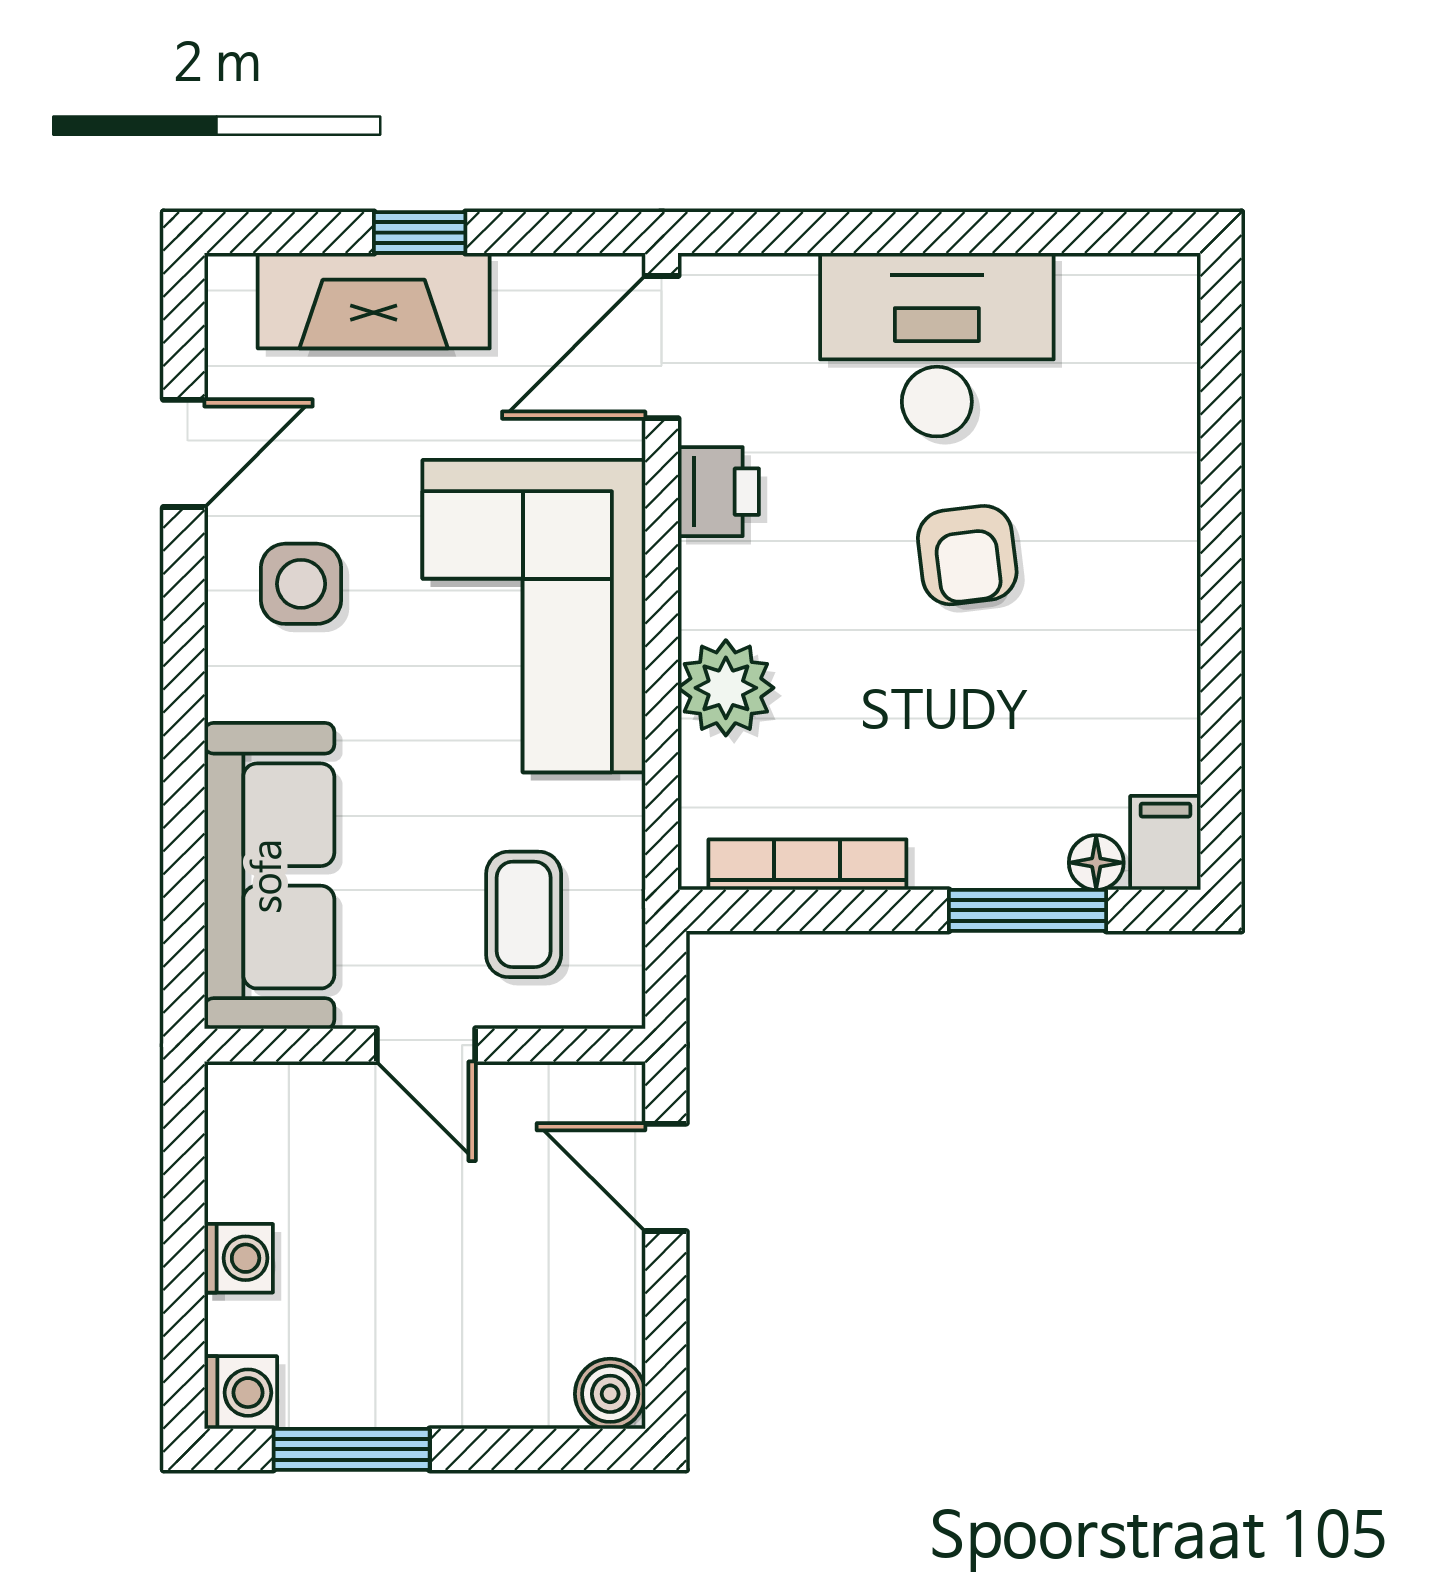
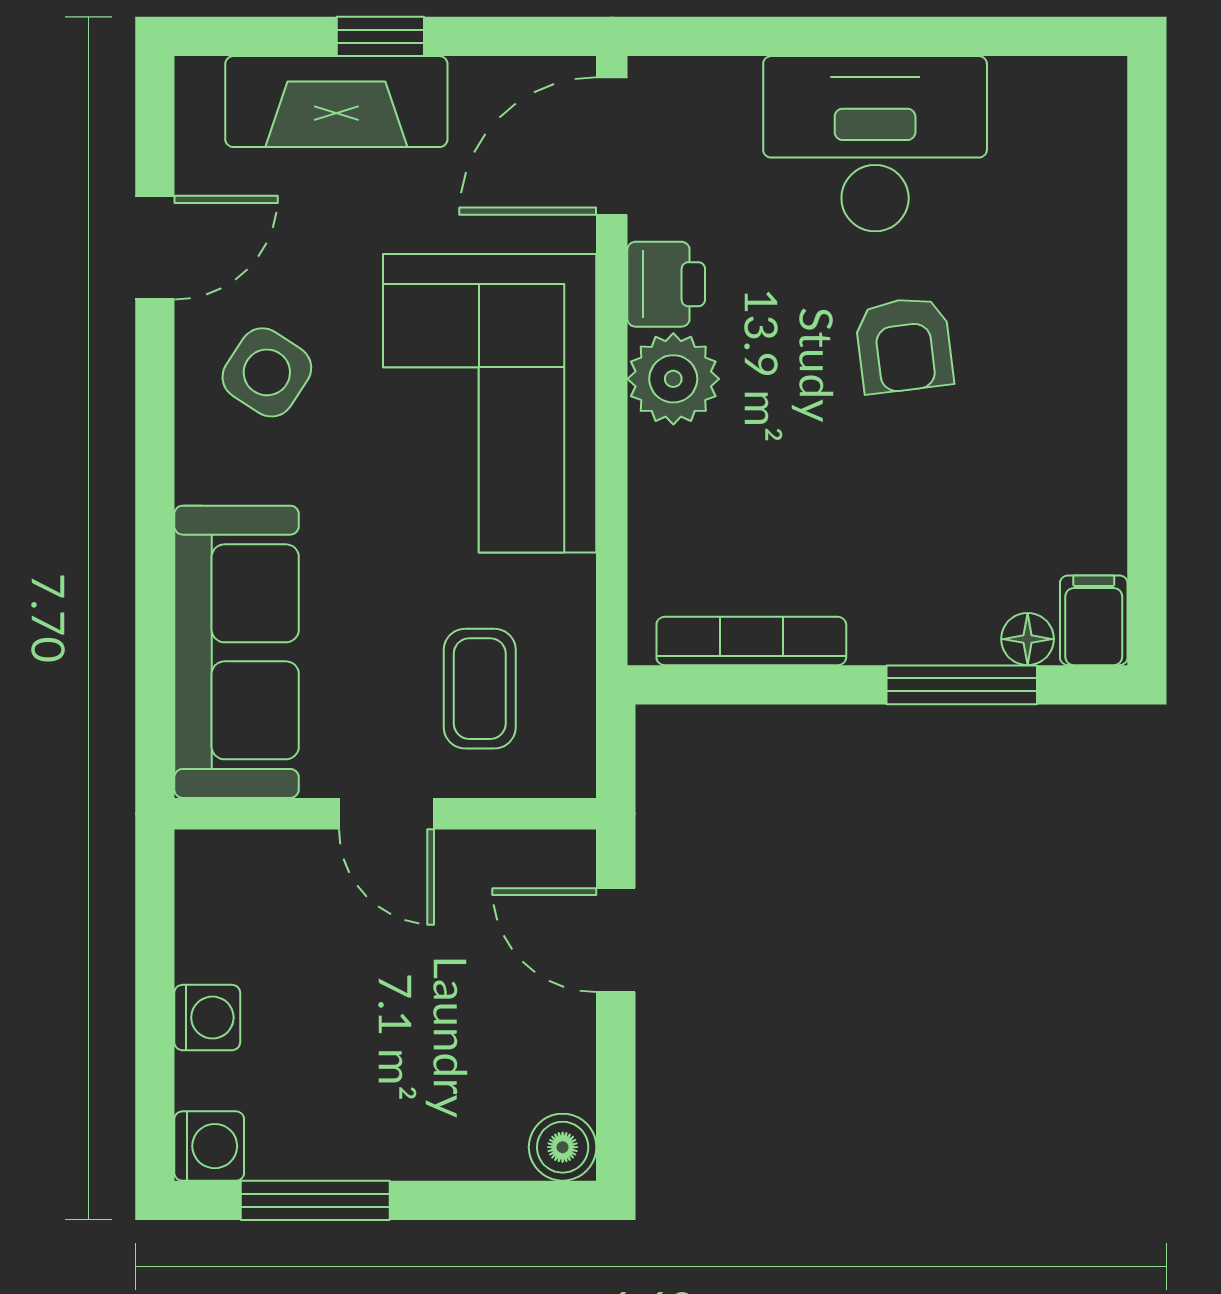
side table: (301, 584) -> (267, 372), turned 33
plant: (726, 688) -> (673, 379), moved

